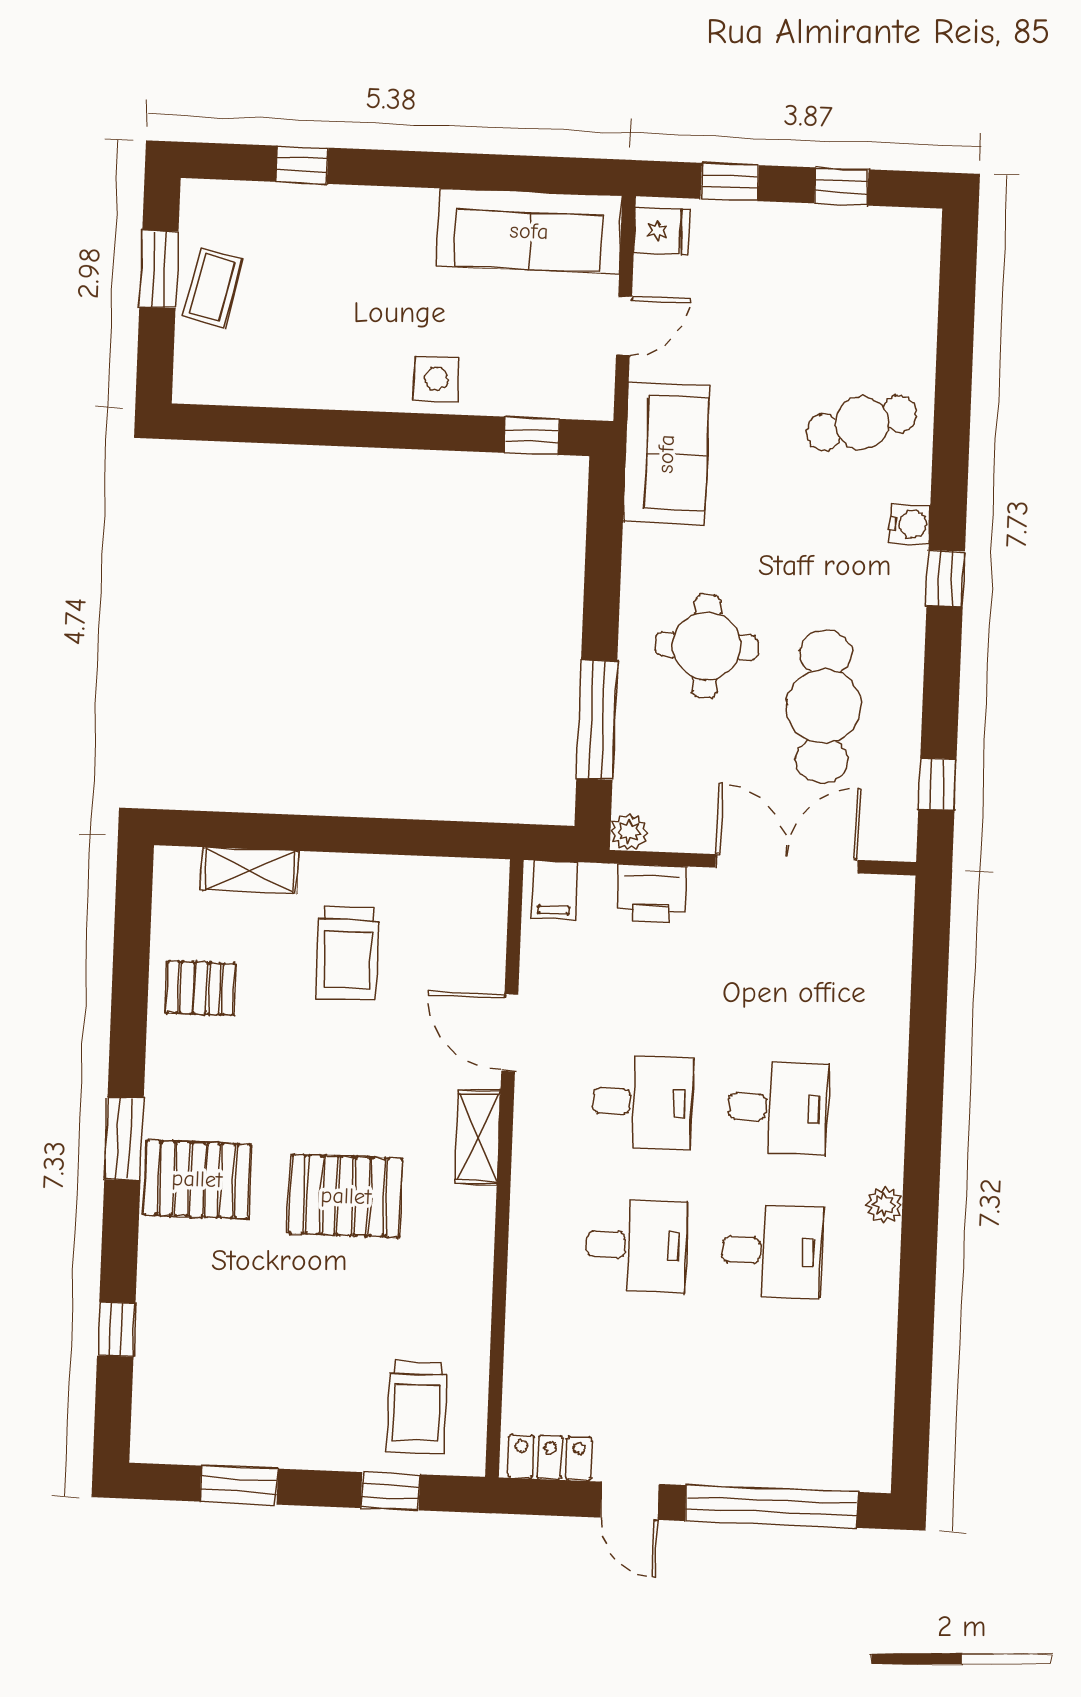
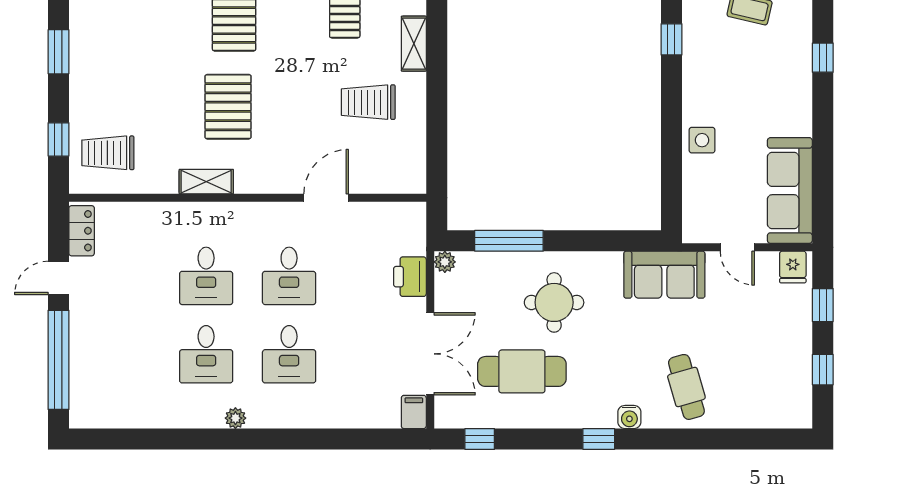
window: (532, 436) -> (671, 39), moved
filing cabinet: (554, 890) -> (414, 412), moved, turned 90
shelving: (478, 1137) -> (206, 182), moved

